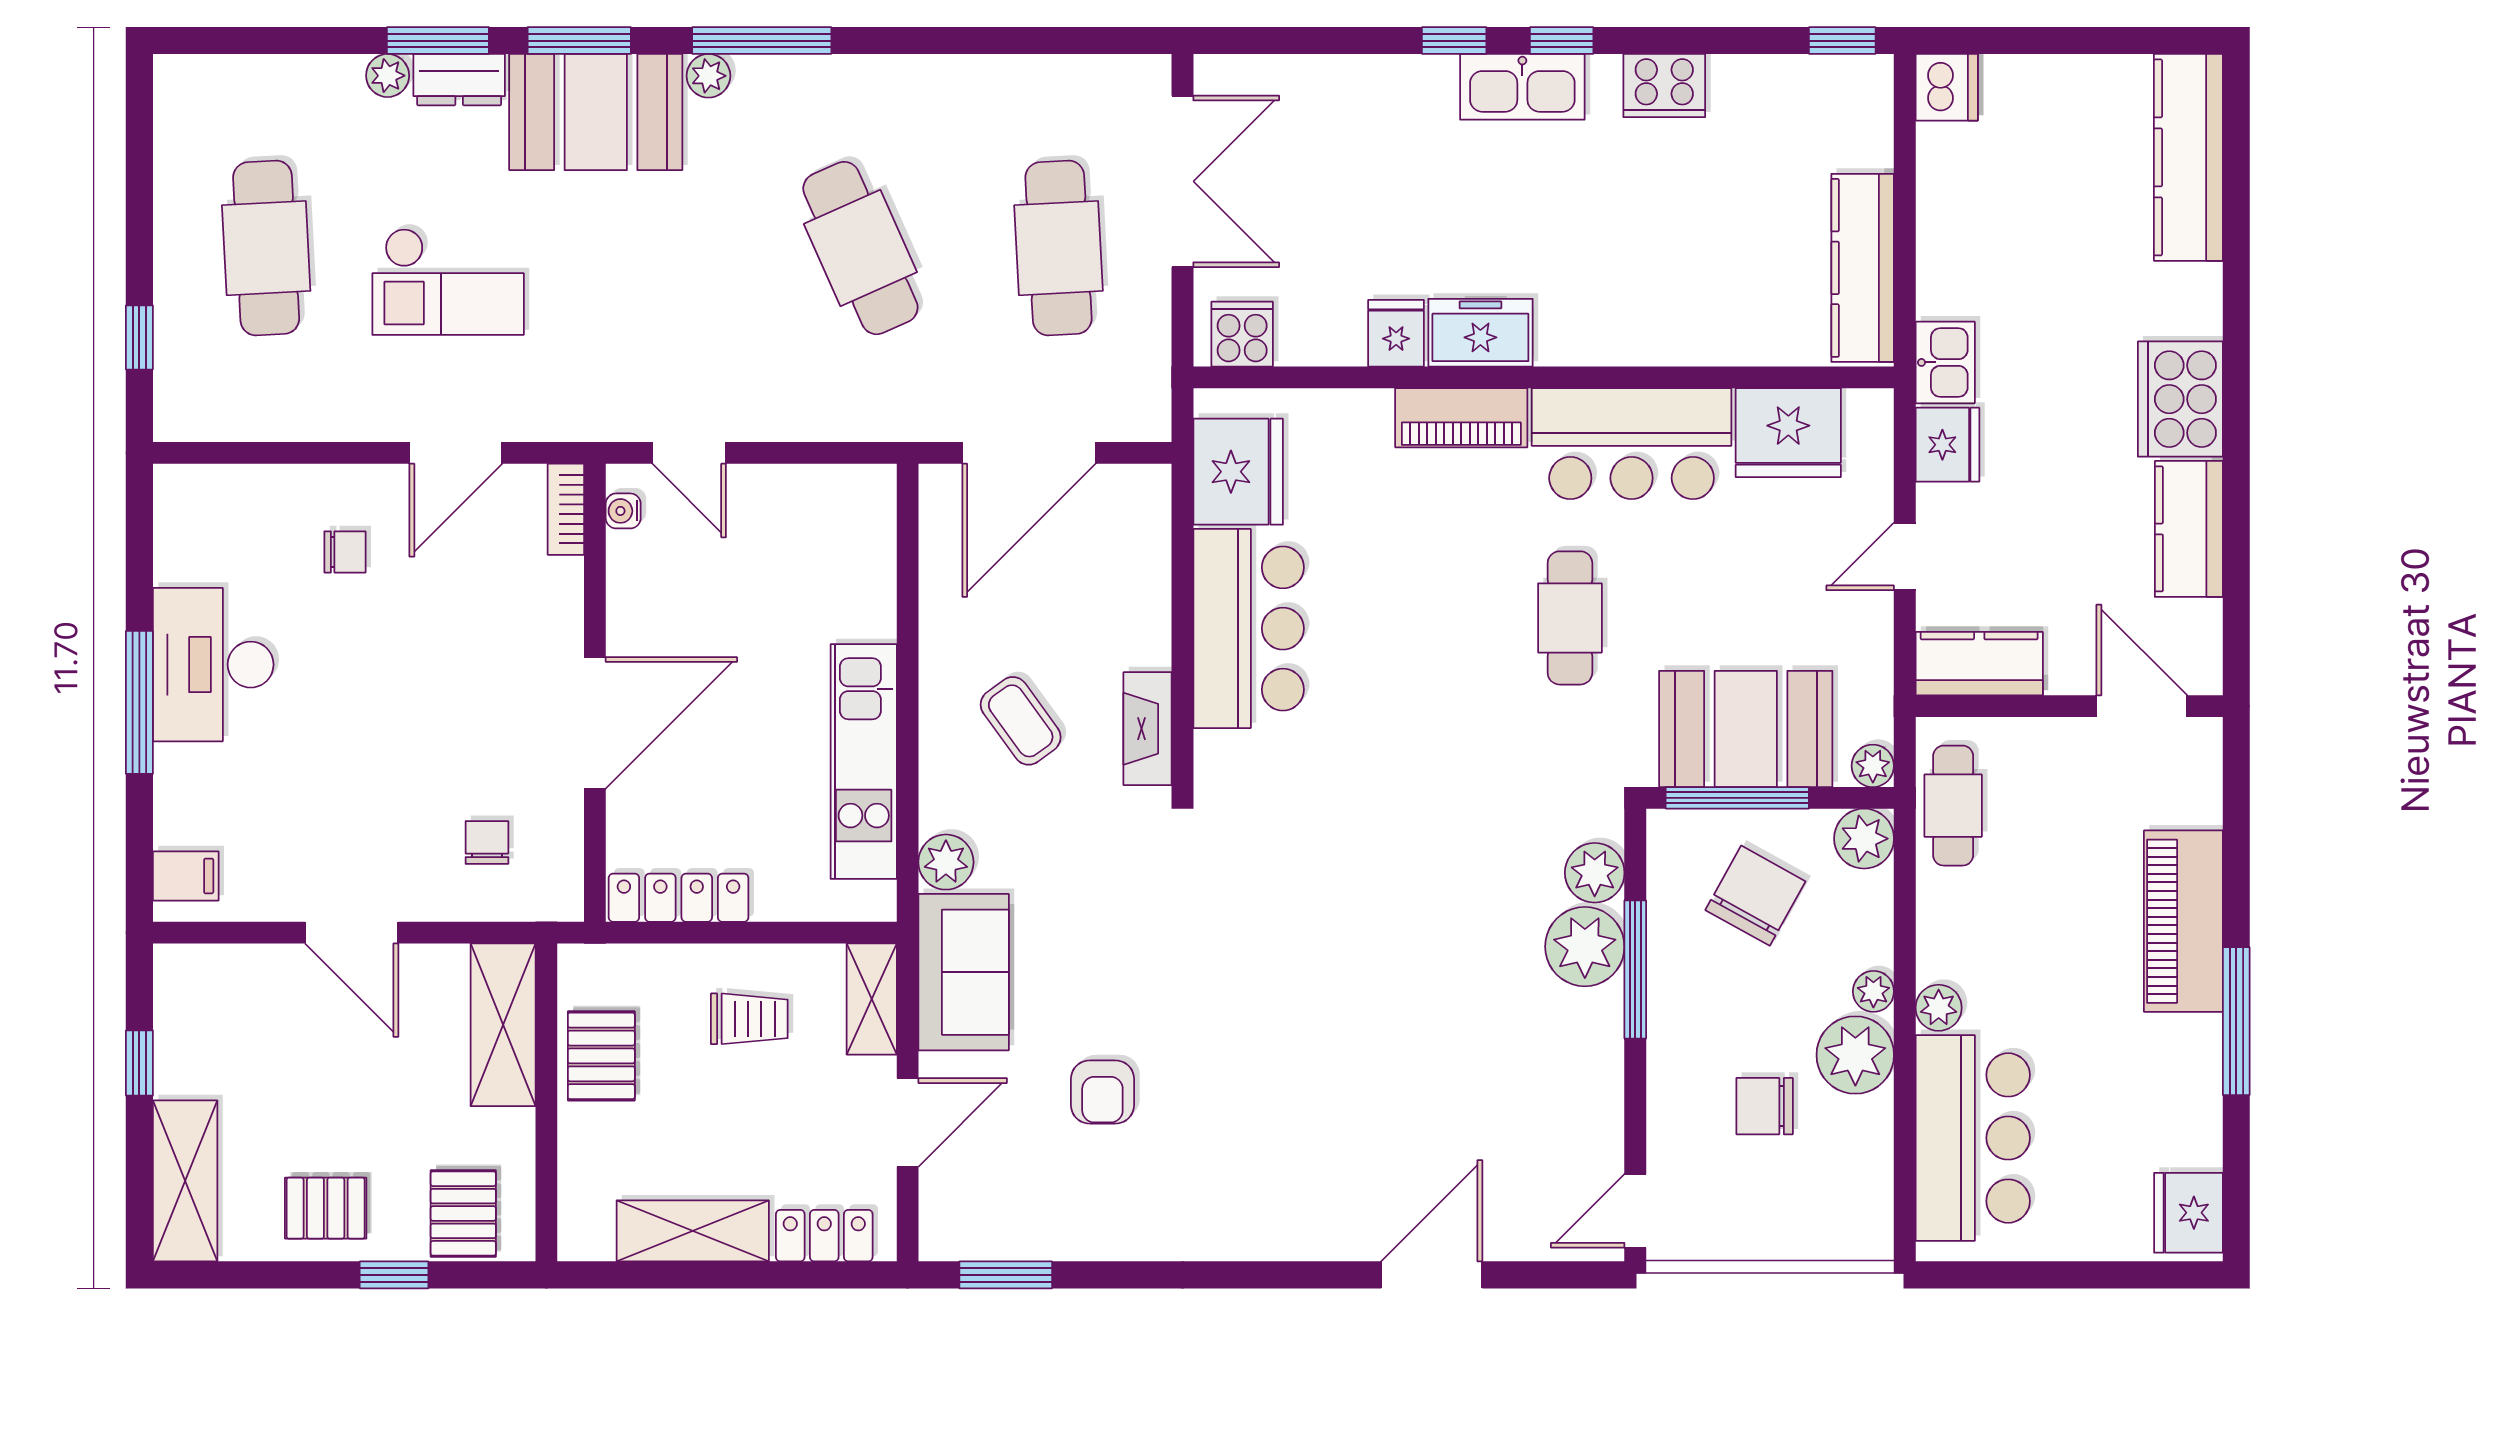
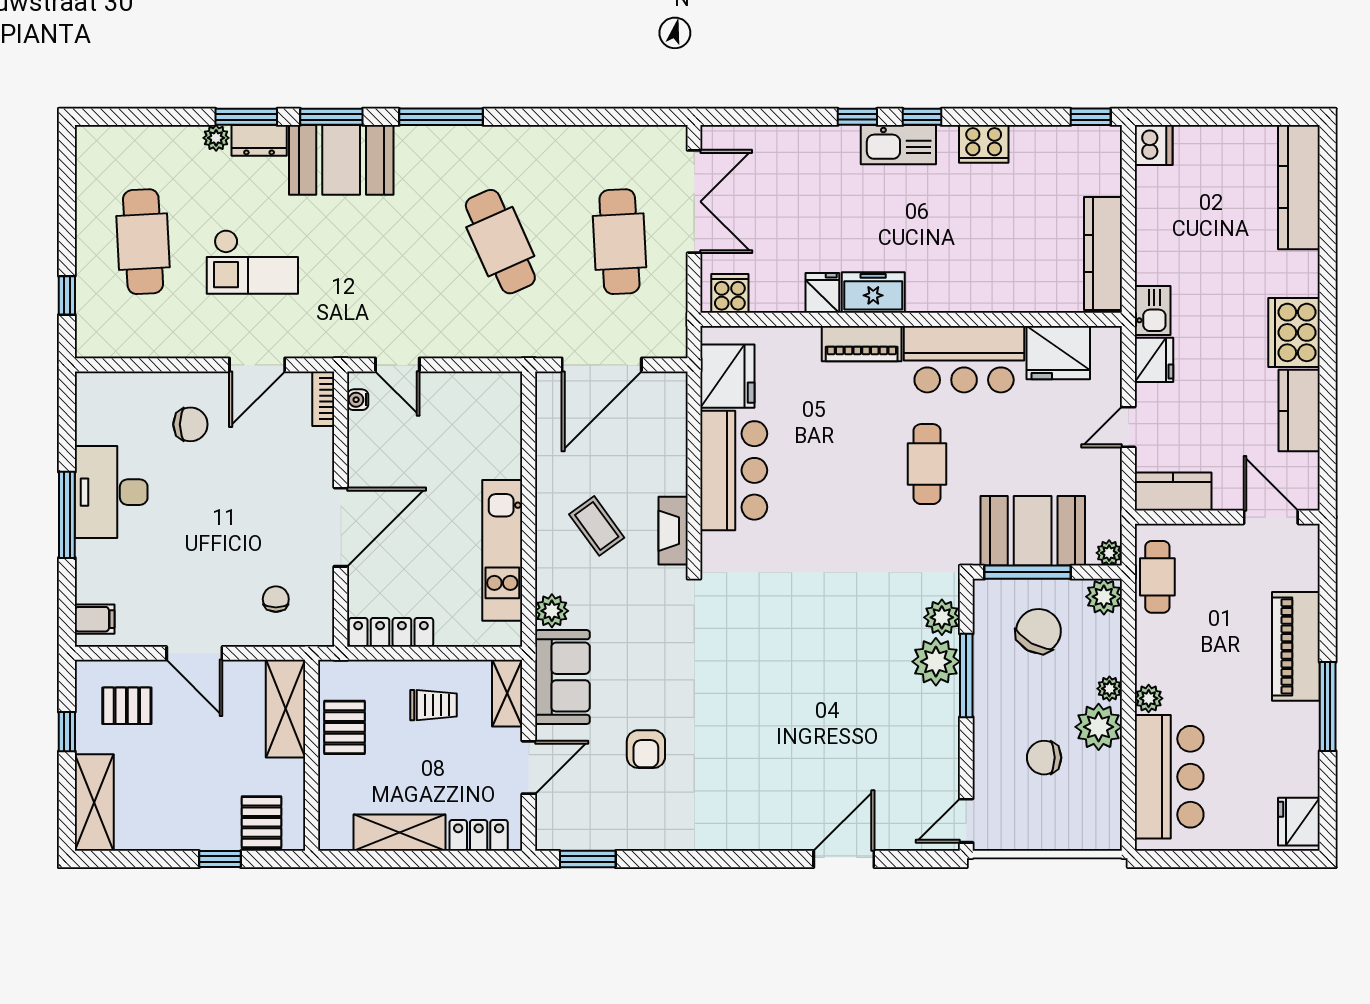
plant: (708, 76) -> (409, 138), removed
chair: (345, 552) -> (190, 424), width x1.37, depth x1.37
pallet: (326, 1208) -> (127, 706), moved

